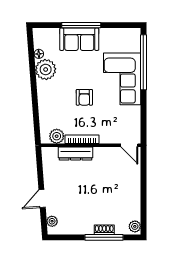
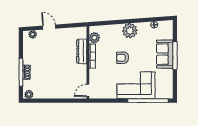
plant: (46, 69) -> (130, 31), moved

